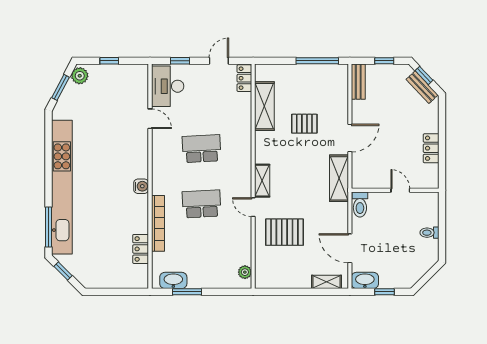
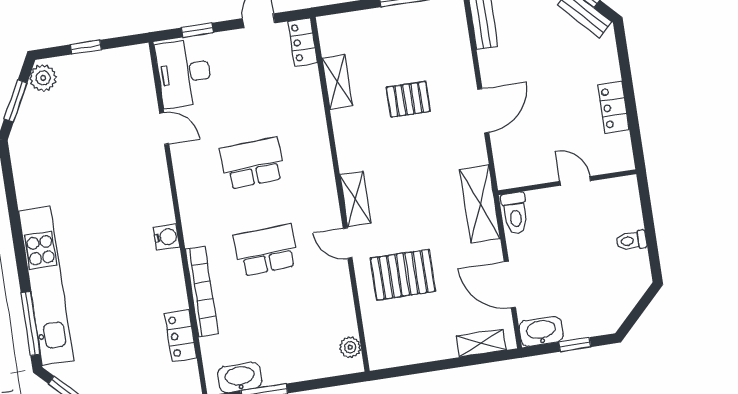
shelving: (264, 106) -> (337, 82), width x0.67, depth x0.75
shelving: (339, 178) -> (480, 204), moved
kitchen unit: (62, 187) -> (46, 286), width x0.73

